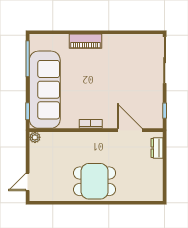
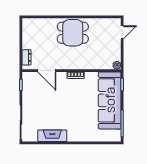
piano: (85, 41) -> (79, 136), removed
fireplace: (122, 42) -> (52, 136), added

